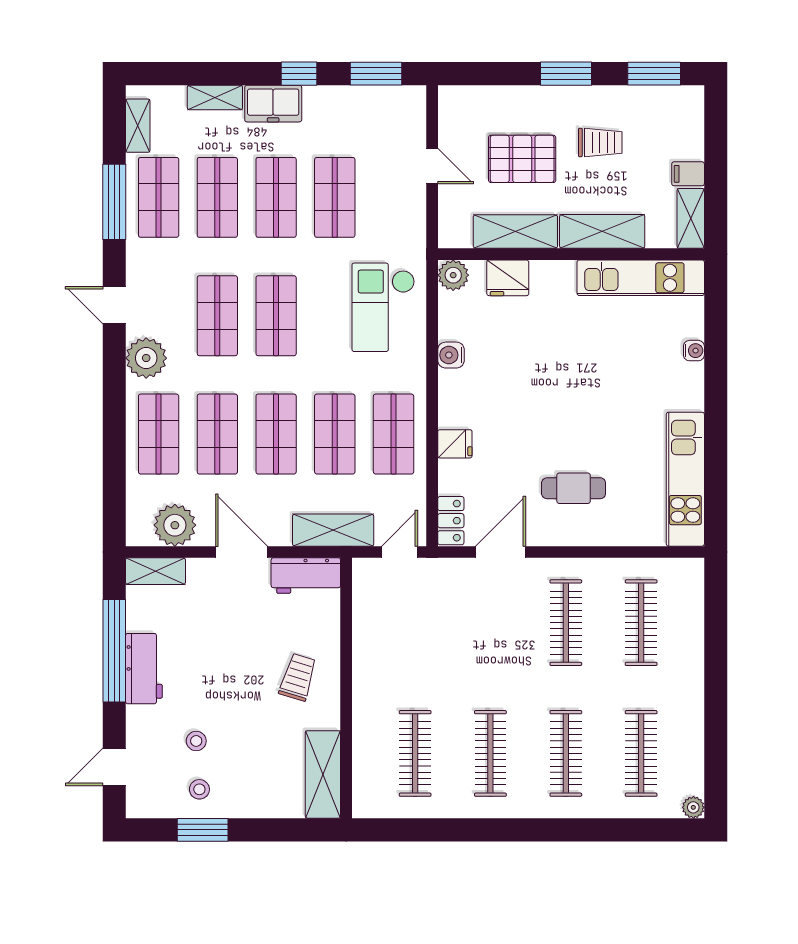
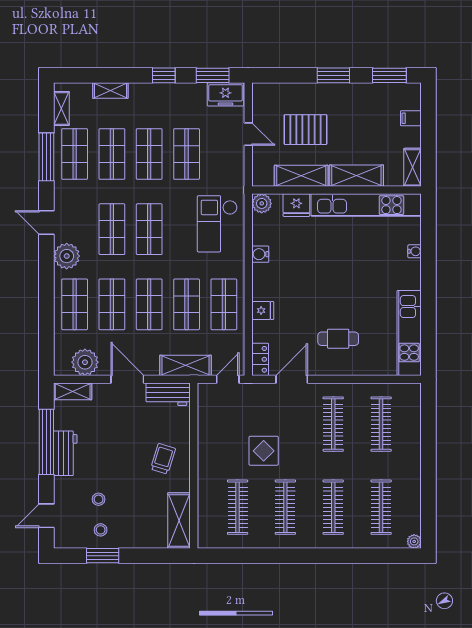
freezer: (273, 104) -> (225, 94), moved
trolley: (600, 142) -> (355, 119), removed
filing cabinet: (688, 174) -> (411, 118), moved
kitchen unit: (641, 278) -> (366, 205), width x1.36
display table: (456, 665) -> (264, 451), added

